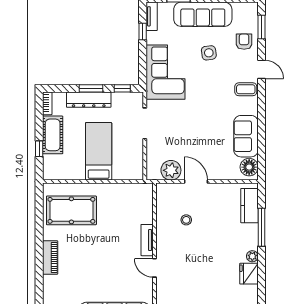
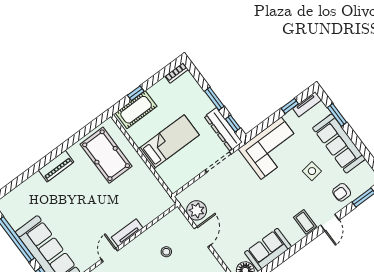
armchair: (244, 42) -> (342, 192), turned 180
dresser: (89, 100) -> (223, 129), moved
cot: (53, 135) -> (136, 110), moved

